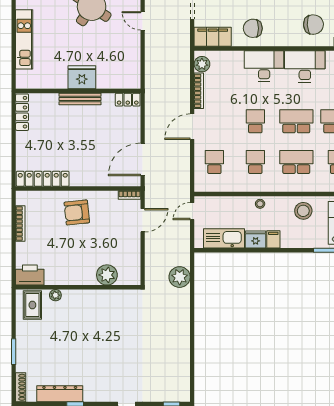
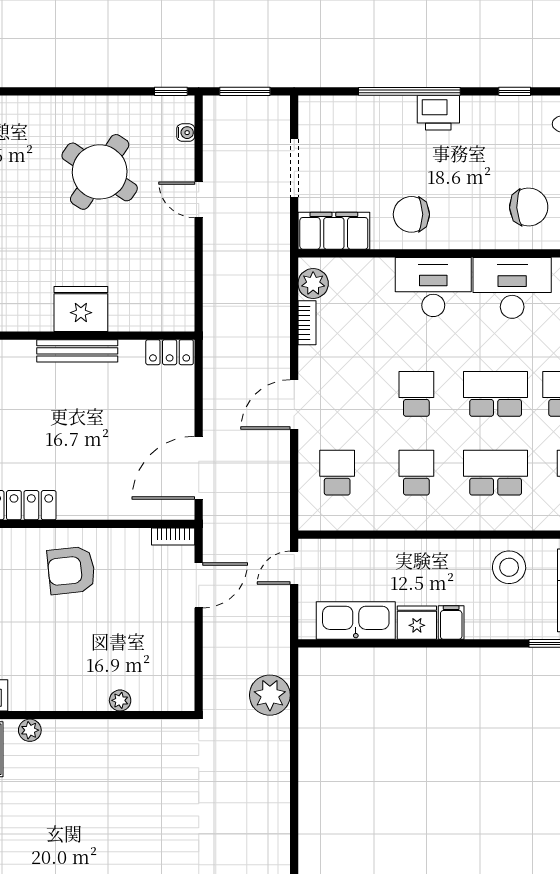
bookcase: (199, 91) -> (307, 323), width x0.64
stool: (260, 204) -> (425, 554), removed
plant: (107, 275) -> (120, 700), width x0.53, depth x0.53

